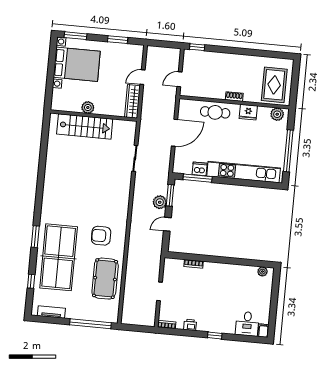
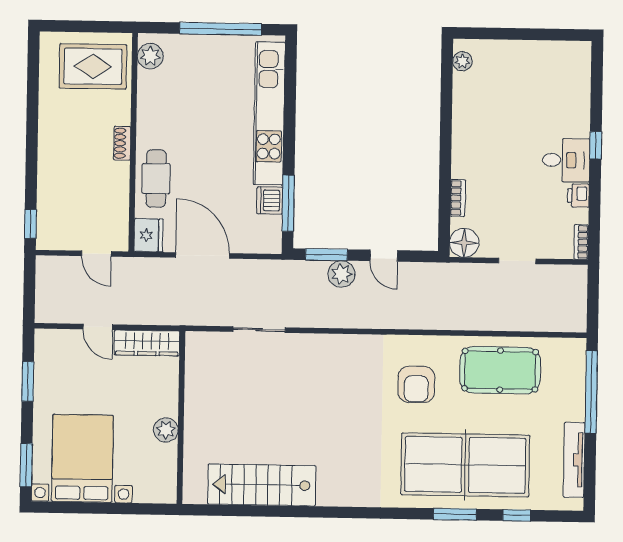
fridge: (248, 112) -> (149, 235), moved
stairs: (85, 126) -> (262, 485), moved, turned -90
window: (35, 237) -> (455, 514), moved
floor lamp: (171, 265) -> (464, 243), added
tv unit: (51, 312) -> (574, 460), width x1.41
desk: (247, 324) -> (566, 160), moved
filing cabinet: (263, 331) -> (579, 50), removed

